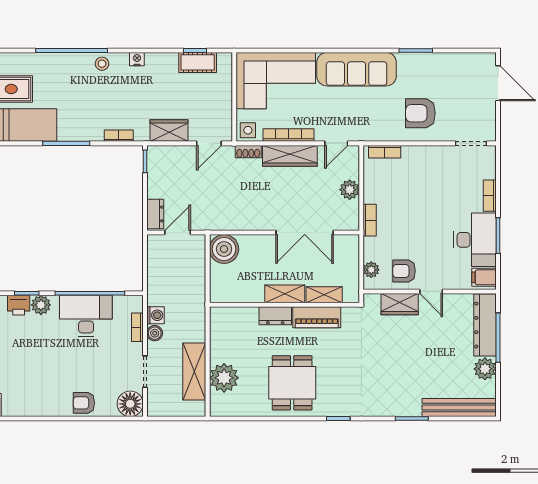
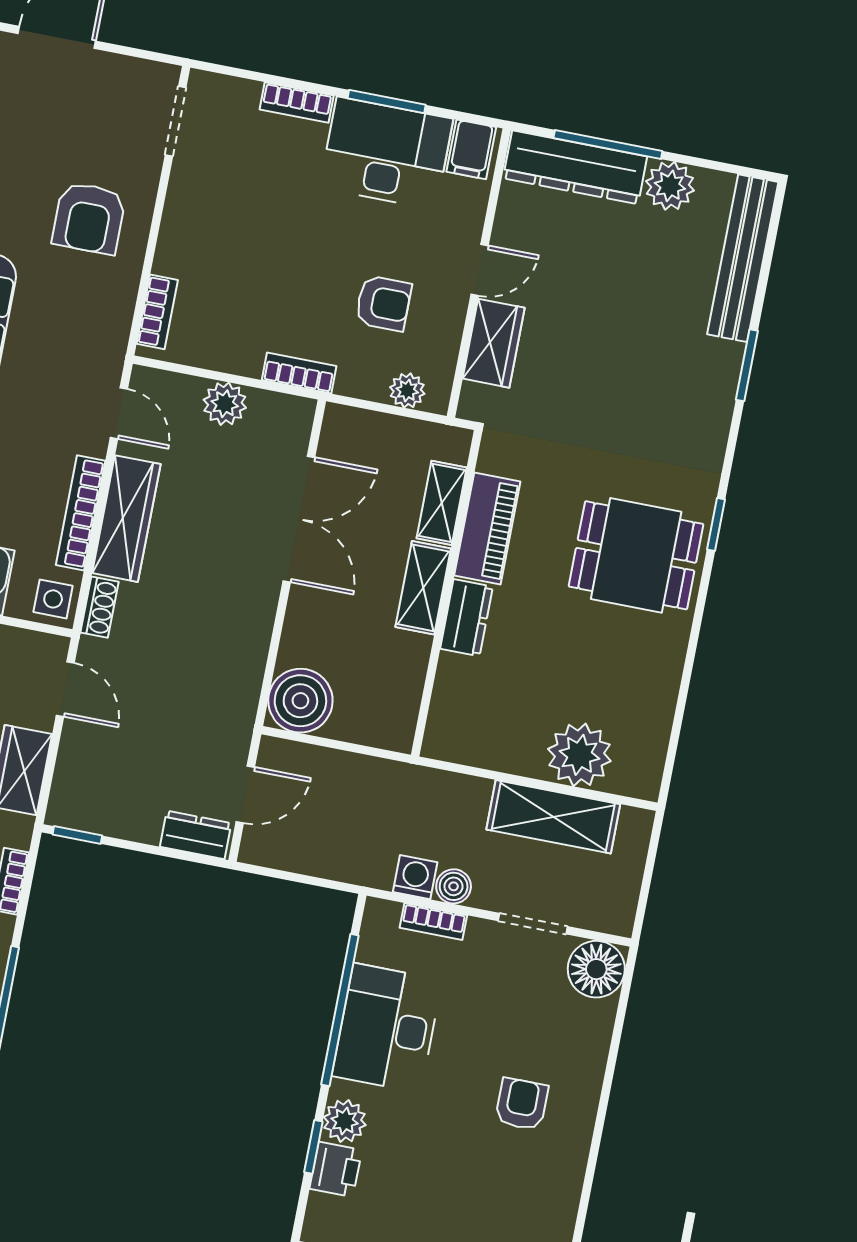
door: (178, 233) -> (245, 794), swing flipped
armchair: (404, 271) -> (383, 303), moved, turned -90
dining table: (292, 383) -> (636, 555), moved
armchair: (84, 403) -> (522, 1104), moved, turned 180

